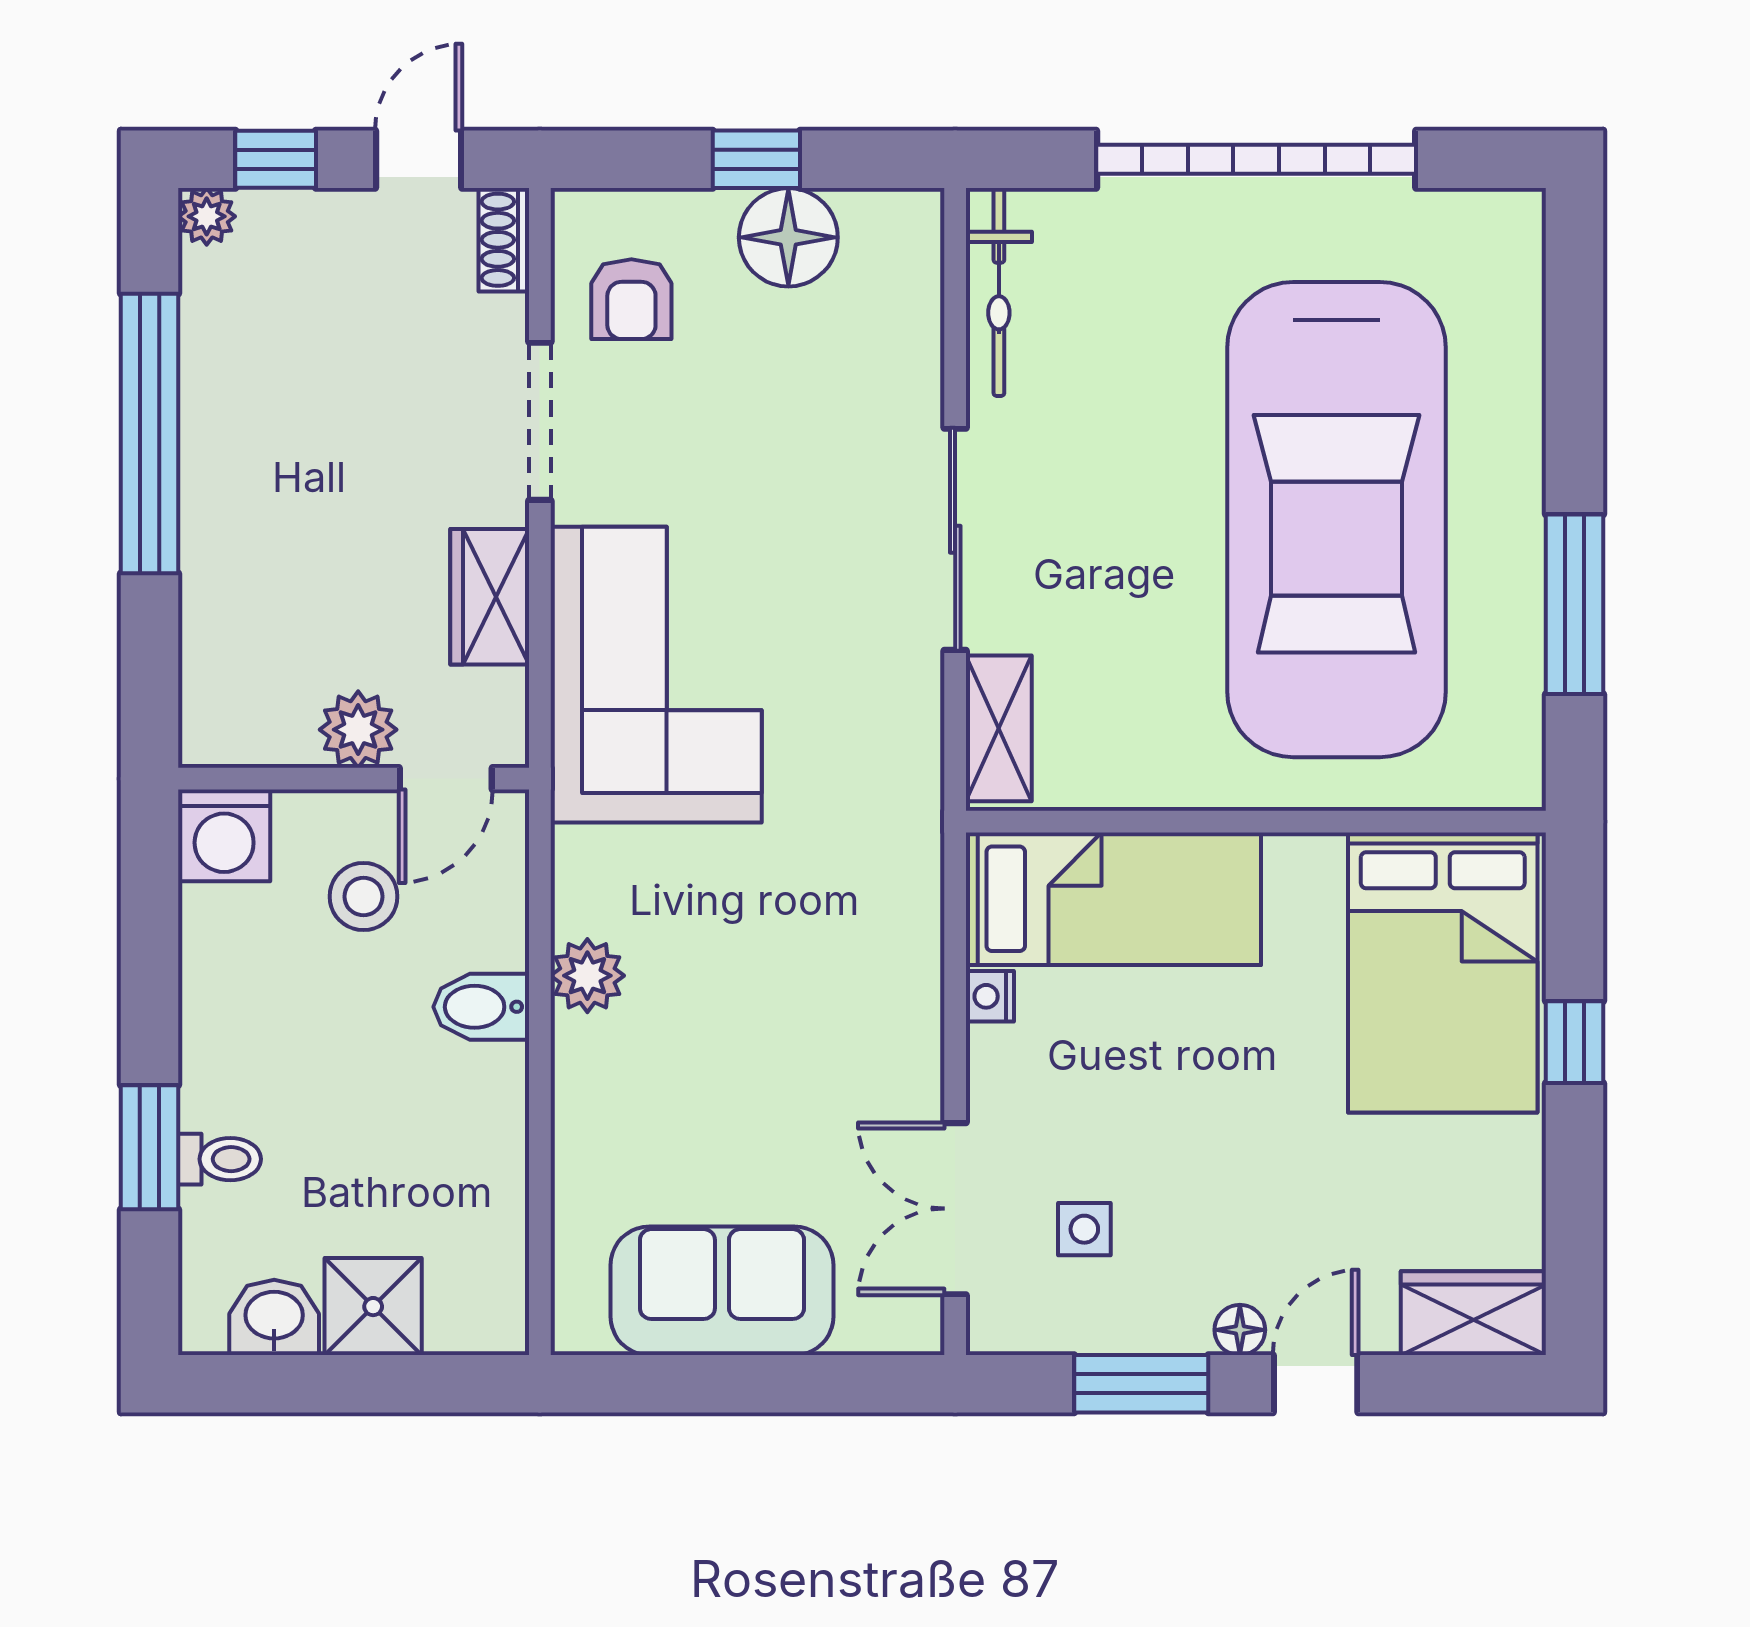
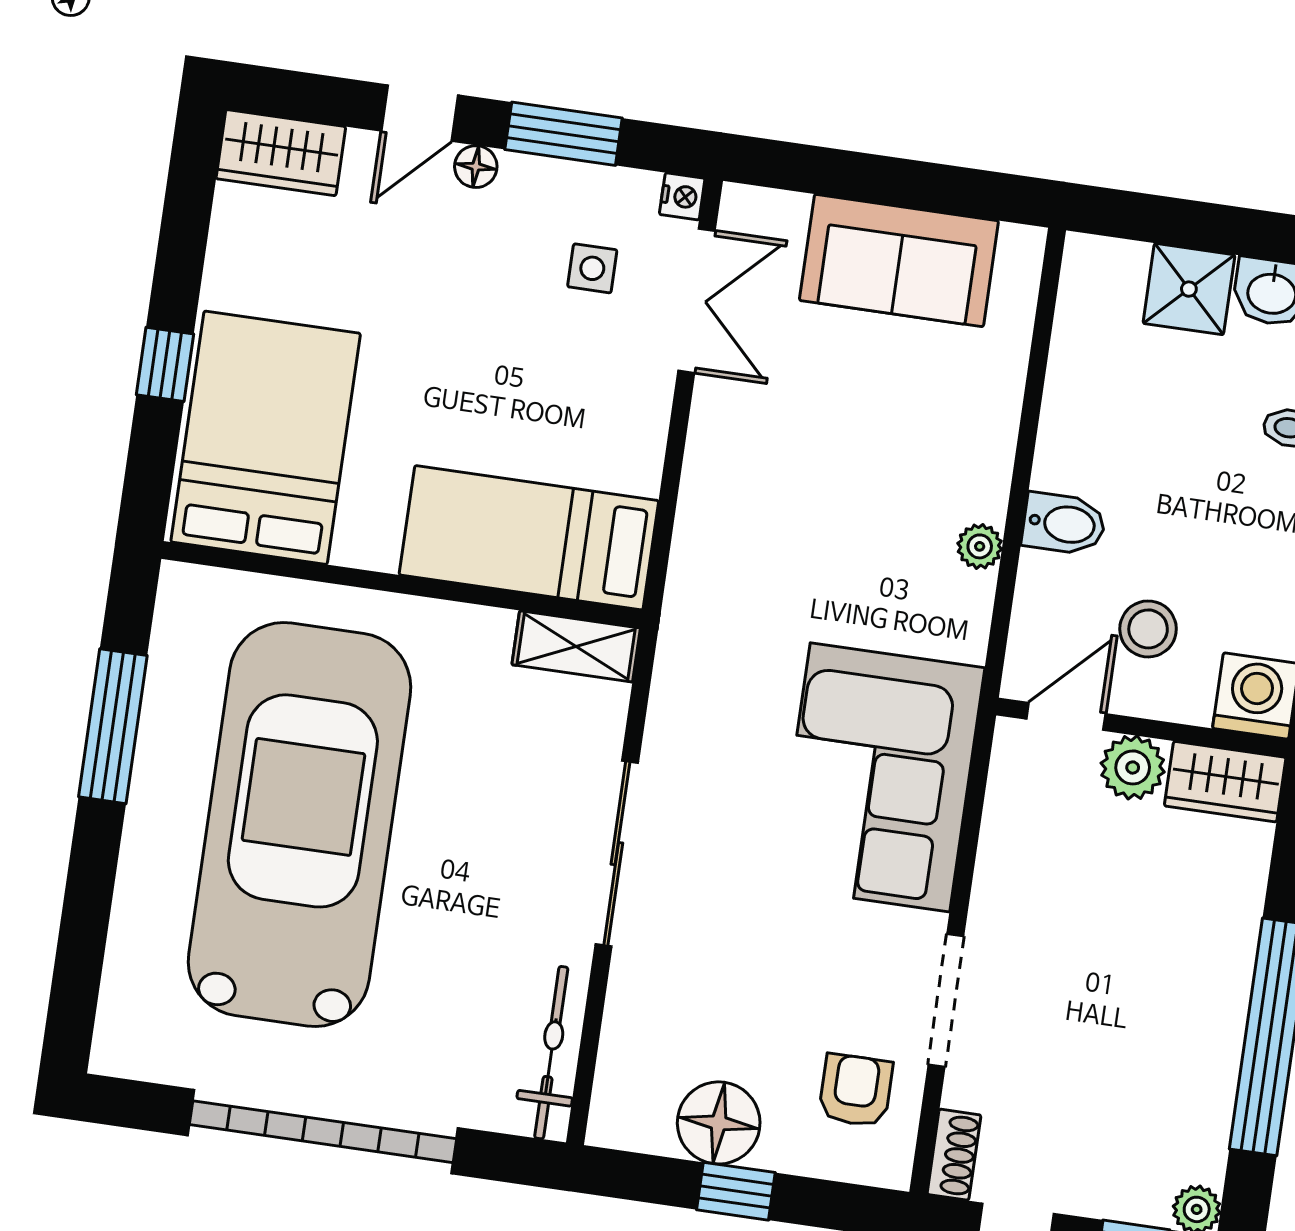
wardrobe: (490, 597) -> (1225, 782), moved, turned 90
shelving: (999, 728) -> (576, 646), moved, turned 90
plant: (587, 976) -> (980, 546), width x0.73, depth x0.73
nightstand: (990, 996) -> (682, 196), moved

